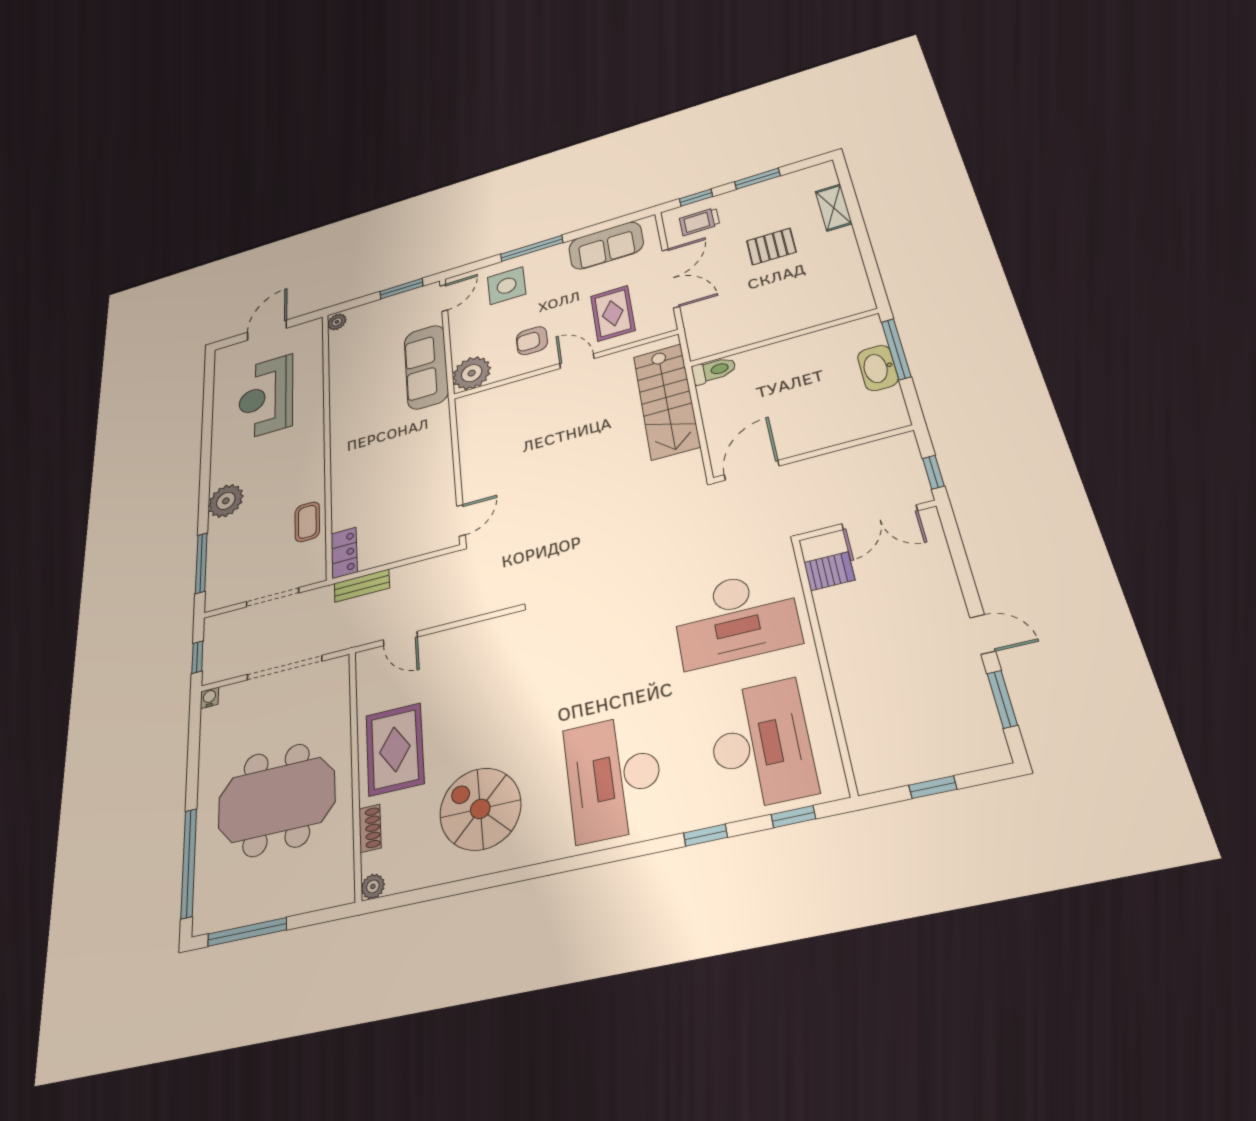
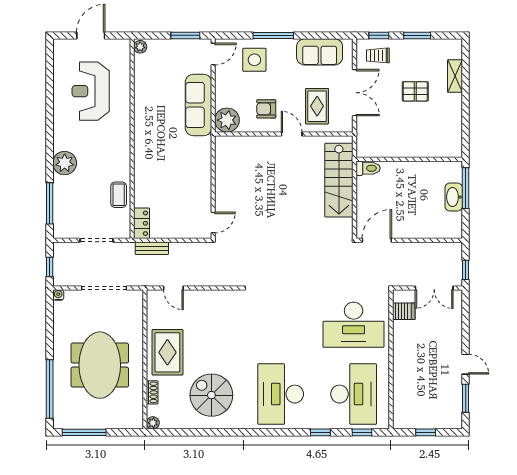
meeting table: (276, 800) -> (100, 365), turned 90

